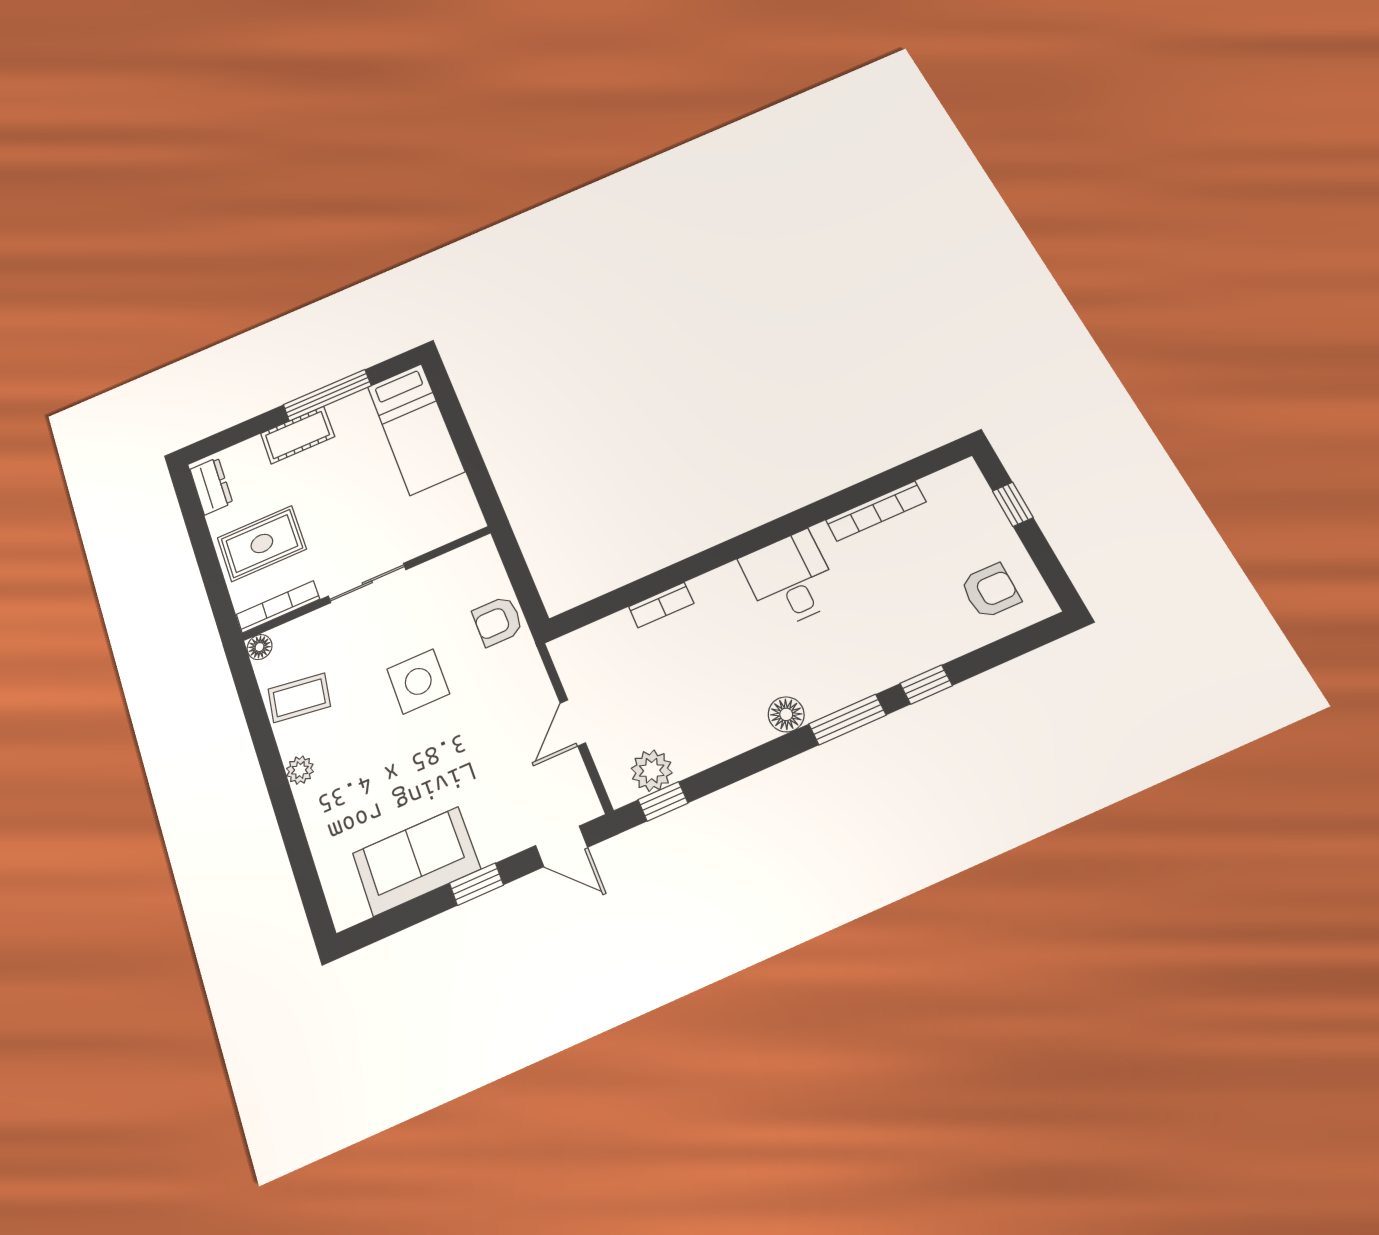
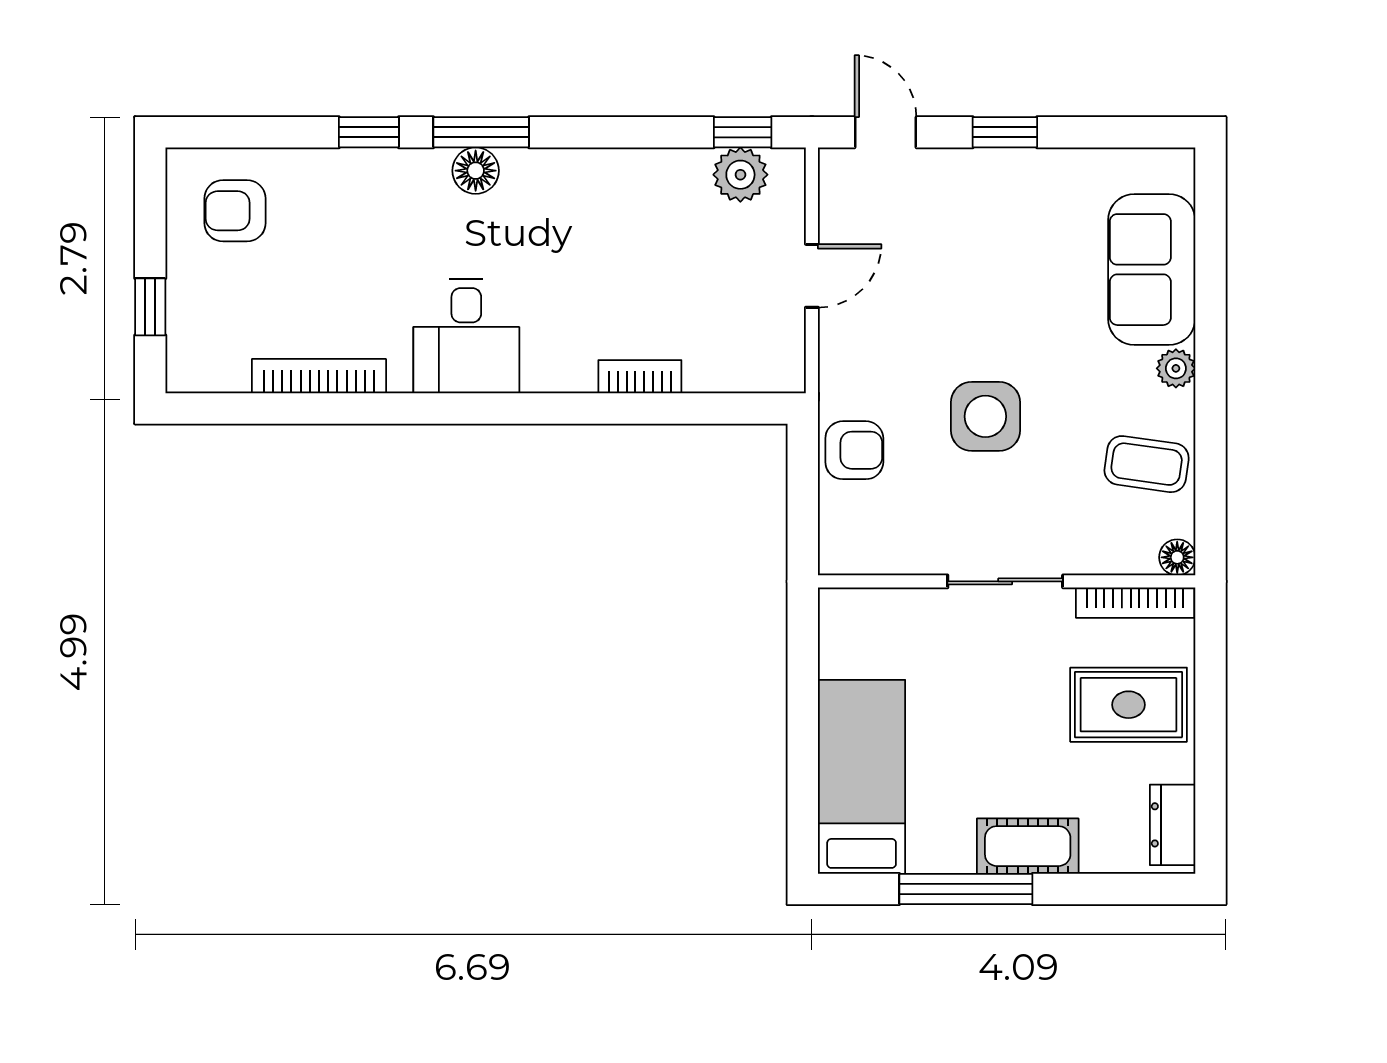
floor lamp: (786, 714) -> (476, 171), moved
sofa: (416, 861) -> (1152, 270), moved, turned 90

